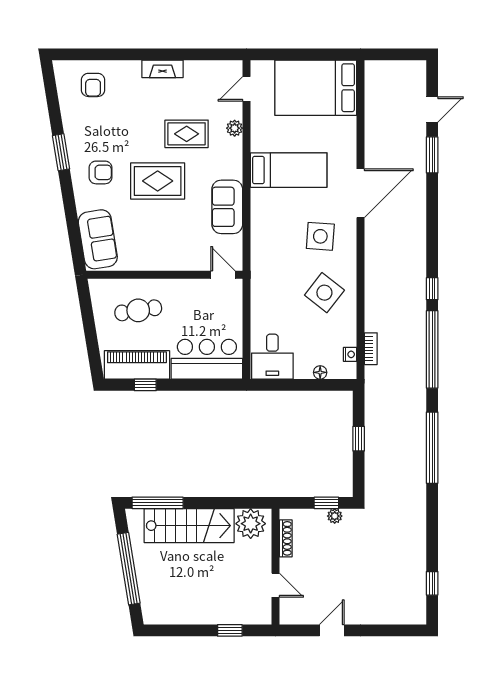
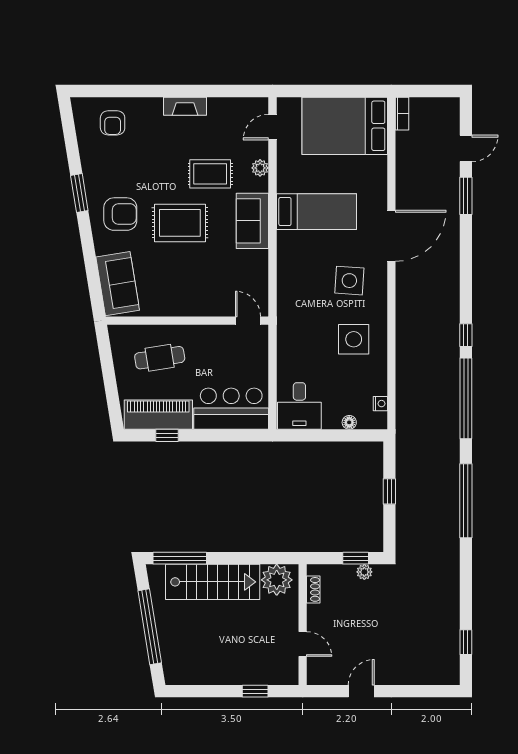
armchair: (100, 172) -> (120, 214), width x1.38, depth x1.38
sofa: (227, 207) -> (252, 221), moved
side table: (324, 293) -> (354, 339), turned -38
bookcase: (371, 349) -> (402, 114), moved
shoe rack: (286, 538) -> (313, 589), width x0.70

